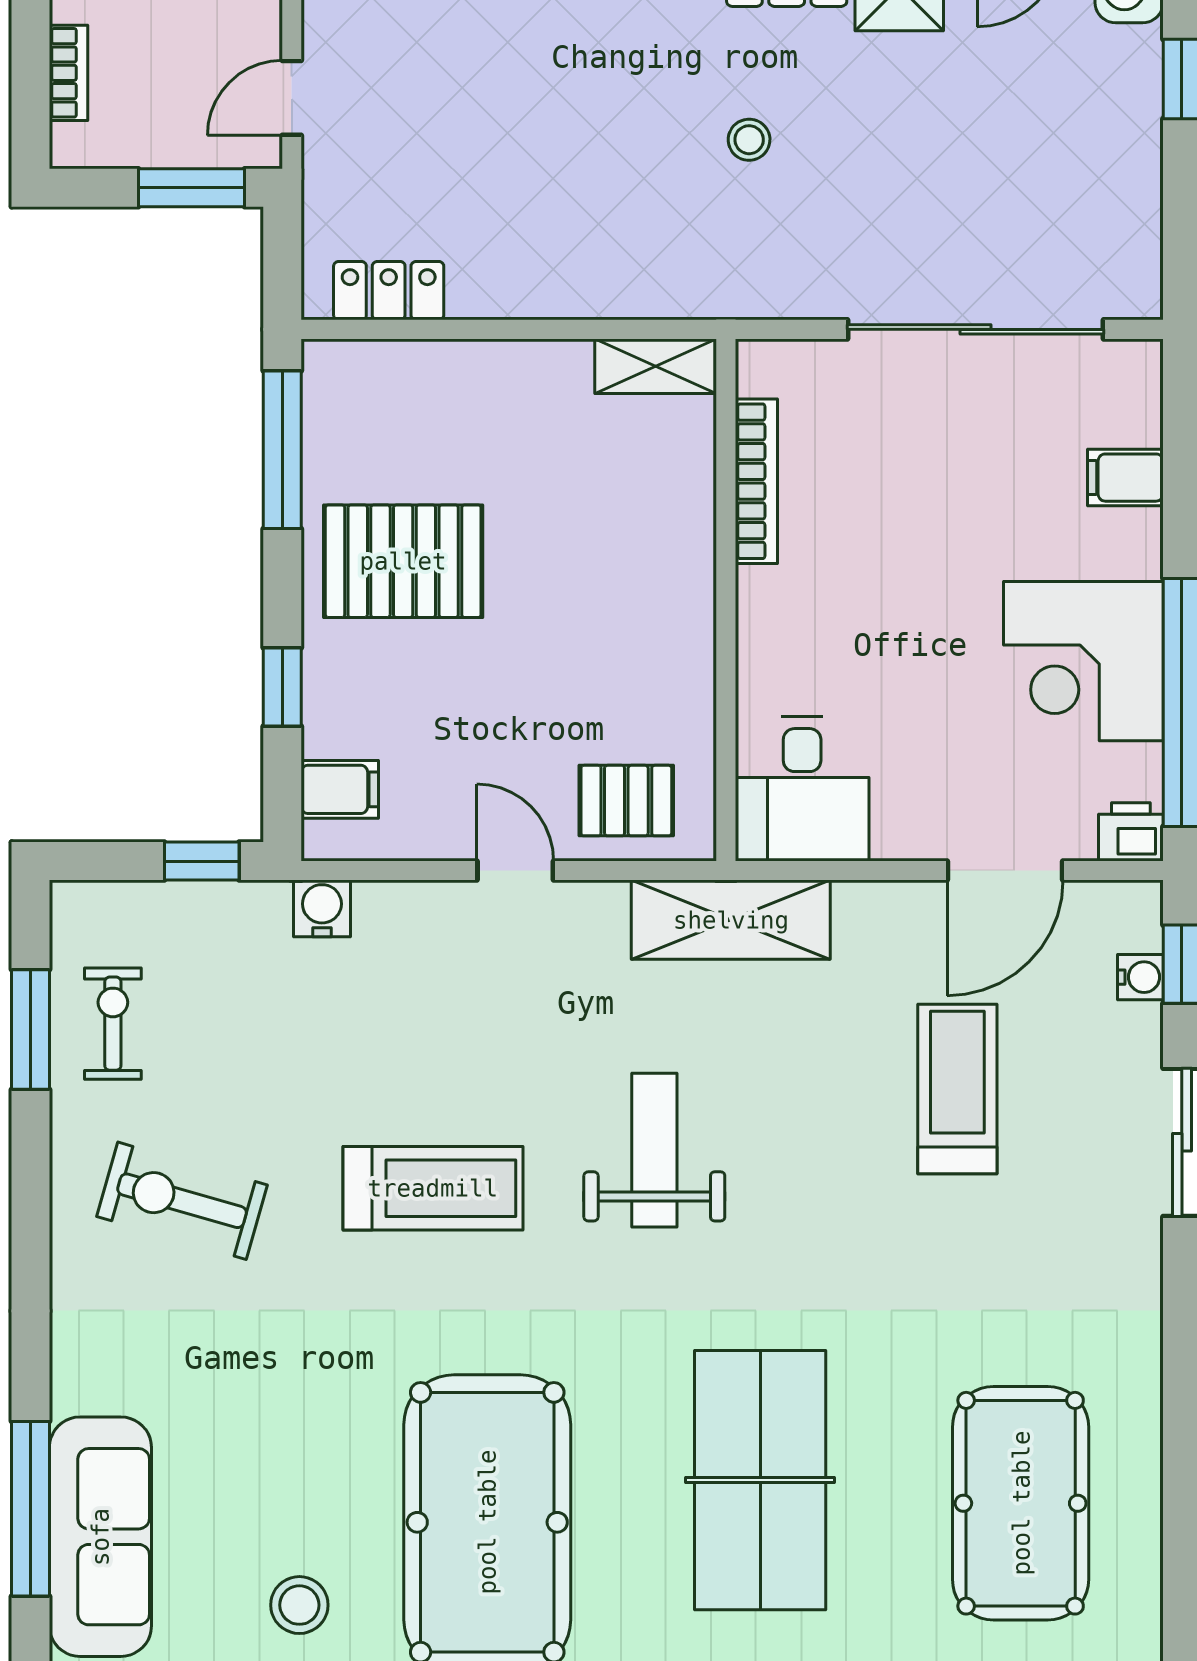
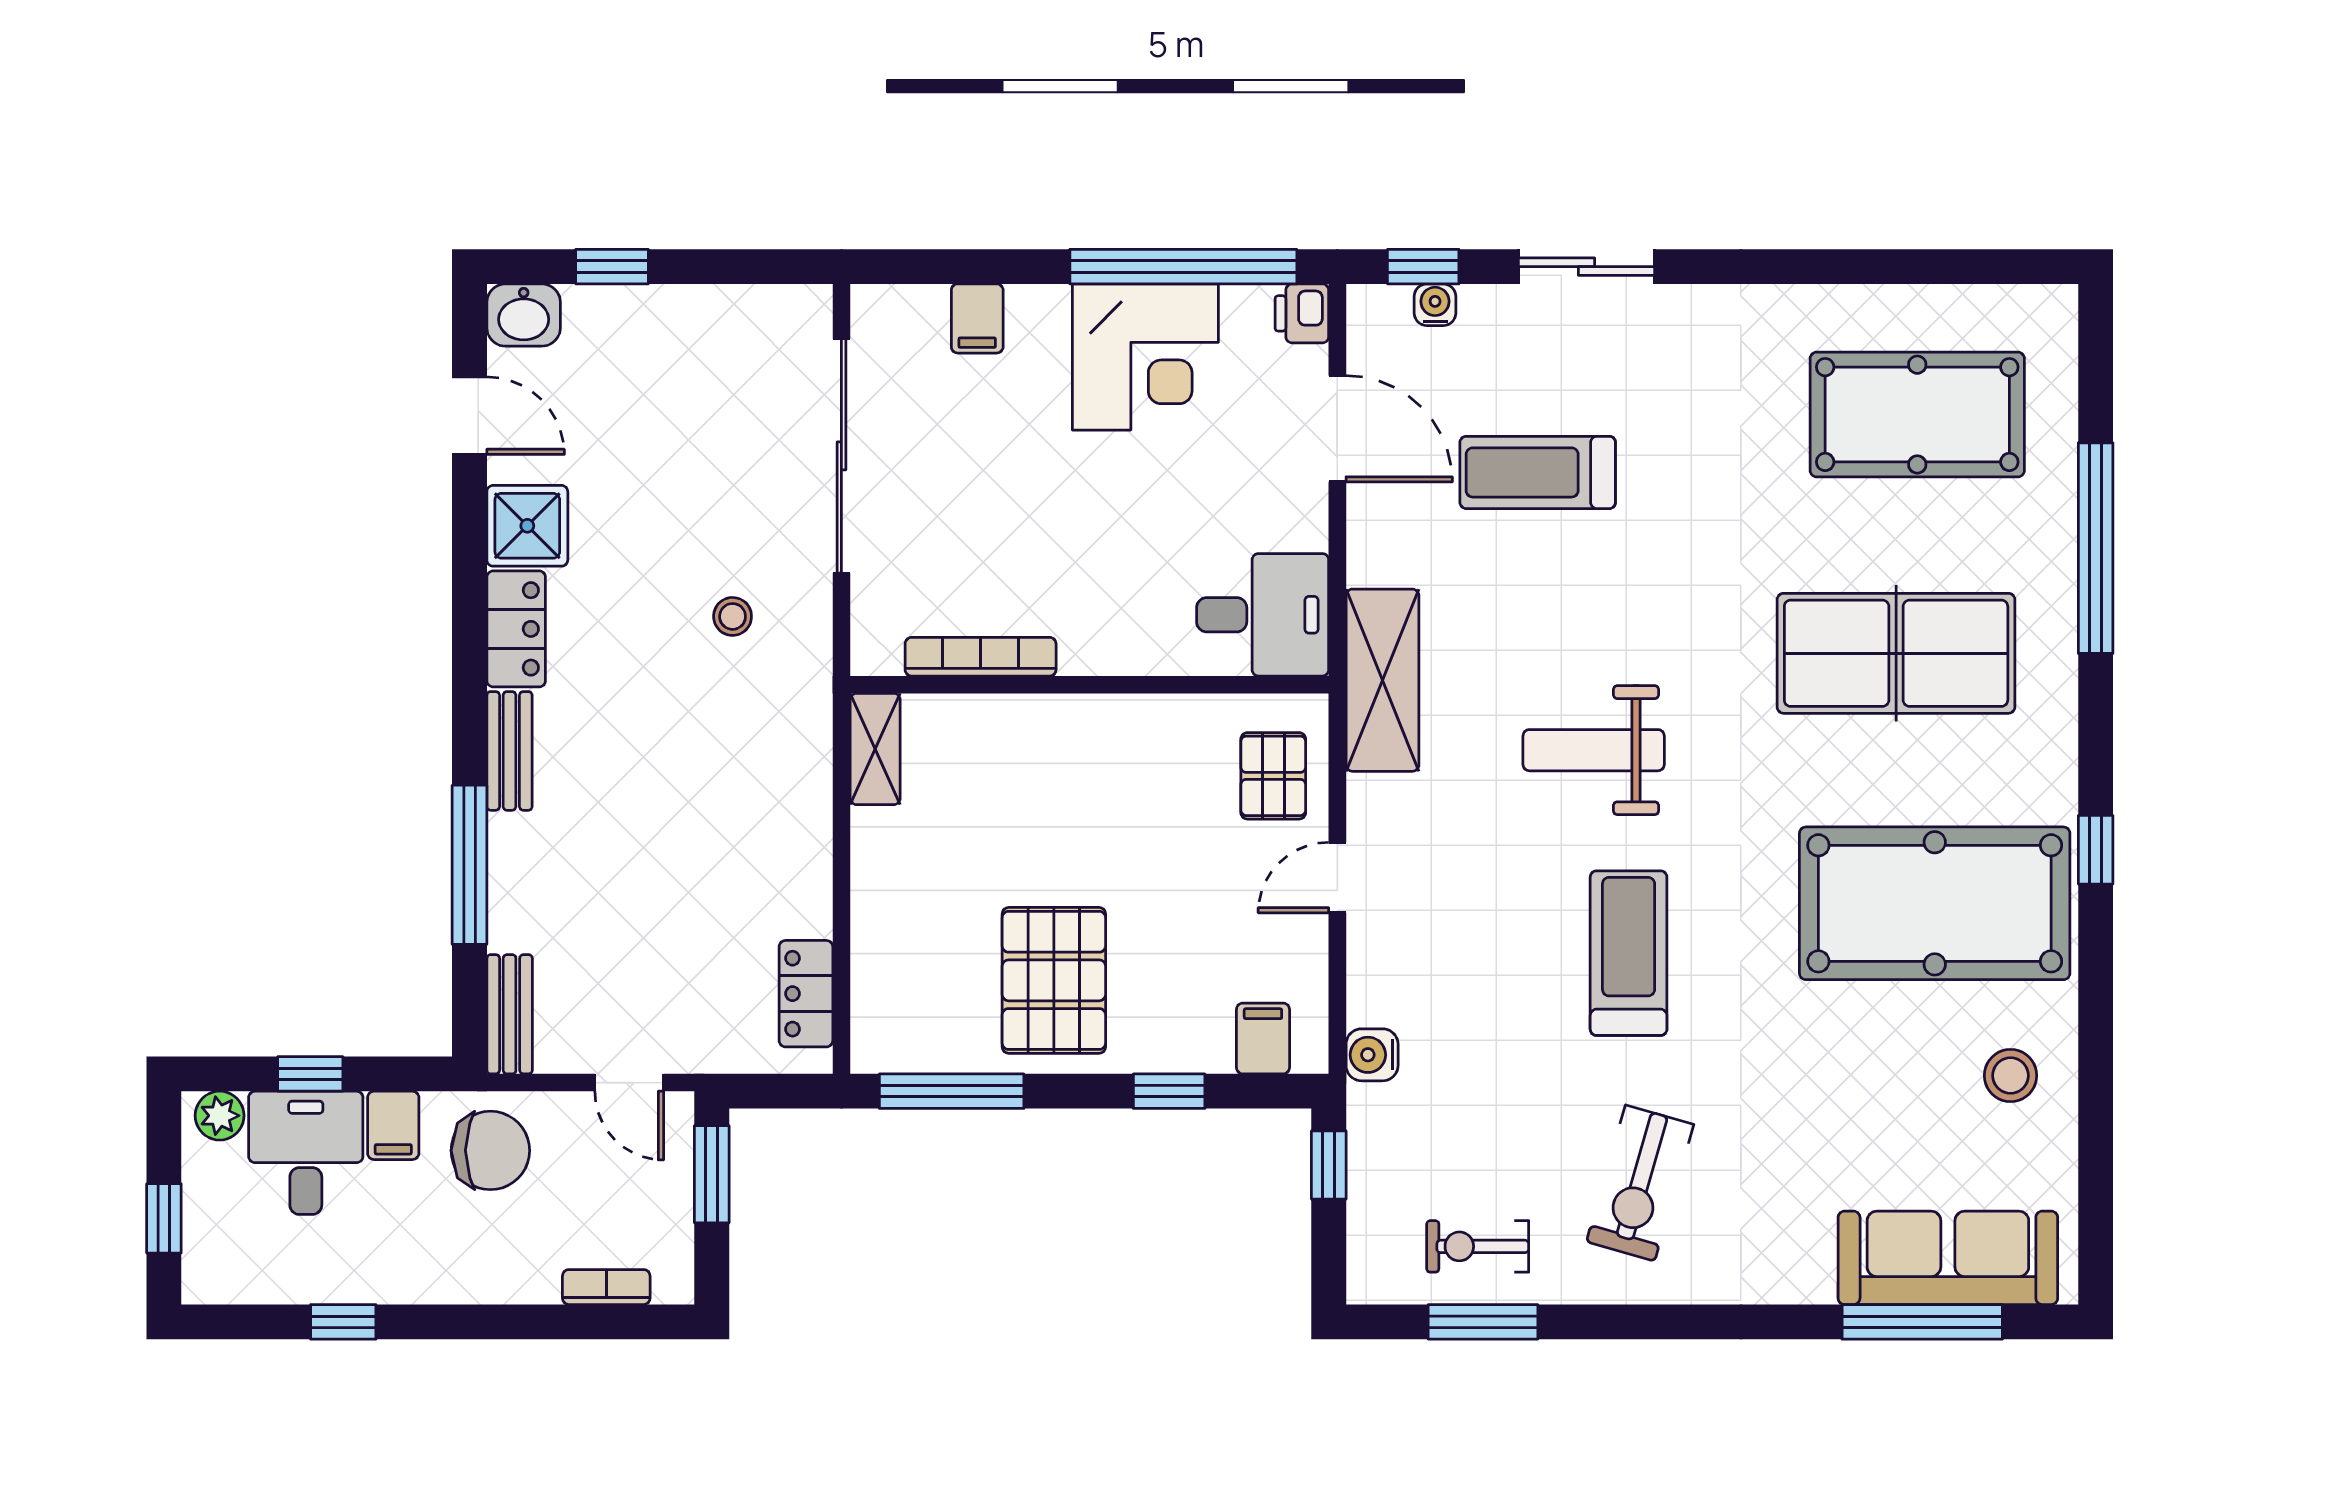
stool: (749, 140) -> (733, 616), moved

